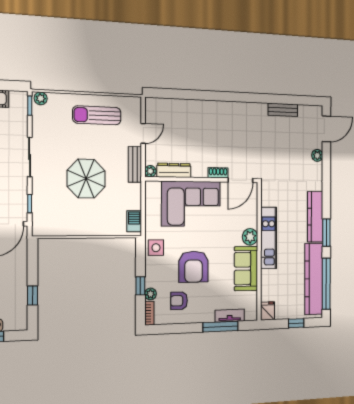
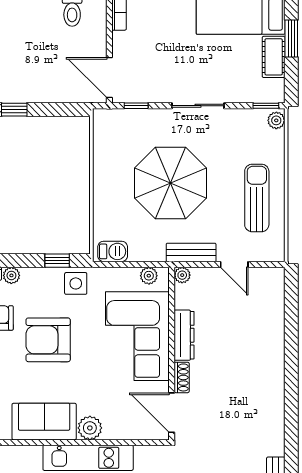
dresser: (174, 170) -> (184, 335), moved
parasol: (86, 179) -> (170, 183), width x1.36, depth x1.36
plant: (151, 195) -> (149, 276), added
window: (140, 286) -> (57, 261), moved

